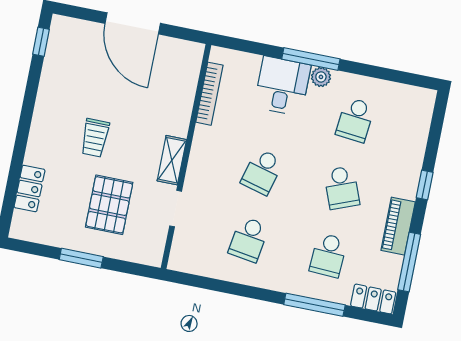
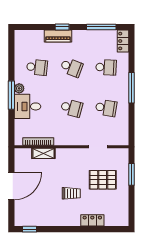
shelving: (172, 160) -> (43, 153), moved
school desk: (342, 188) -> (71, 67), turned 42
locker: (29, 189) -> (92, 220), moved
piano: (398, 226) -> (58, 36), moved
window: (81, 258) -> (132, 174), moved
window: (314, 305) -> (132, 88), moved

